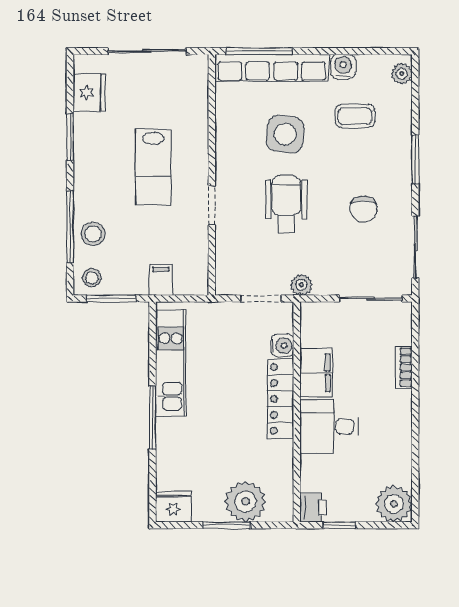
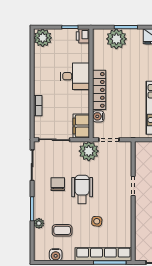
water cooler: (343, 67) -> (56, 255), moved
plant: (402, 74) -> (39, 223), moved
side table: (285, 134) -> (97, 221), width x0.54, depth x0.54
wheelchair: (286, 204) -> (82, 189), moved, turned 180
plant: (301, 285) -> (89, 151), width x1.87, depth x1.87
filing cabinet: (316, 373) -> (81, 126), moved

